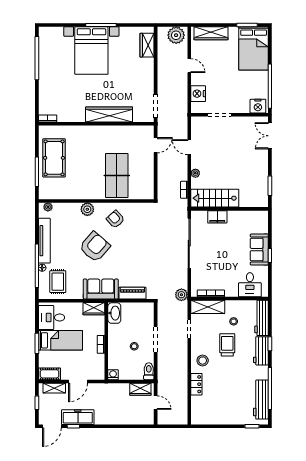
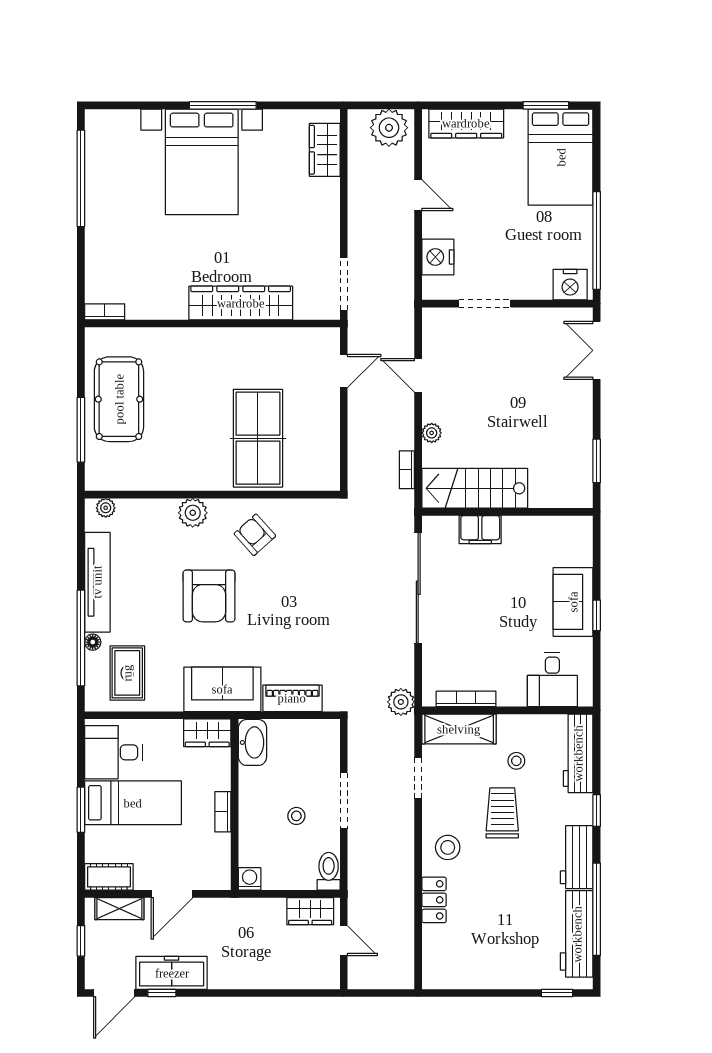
armchair: (95, 247) -> (209, 596), turned 139
workbench: (261, 351) -> (577, 857), moved

